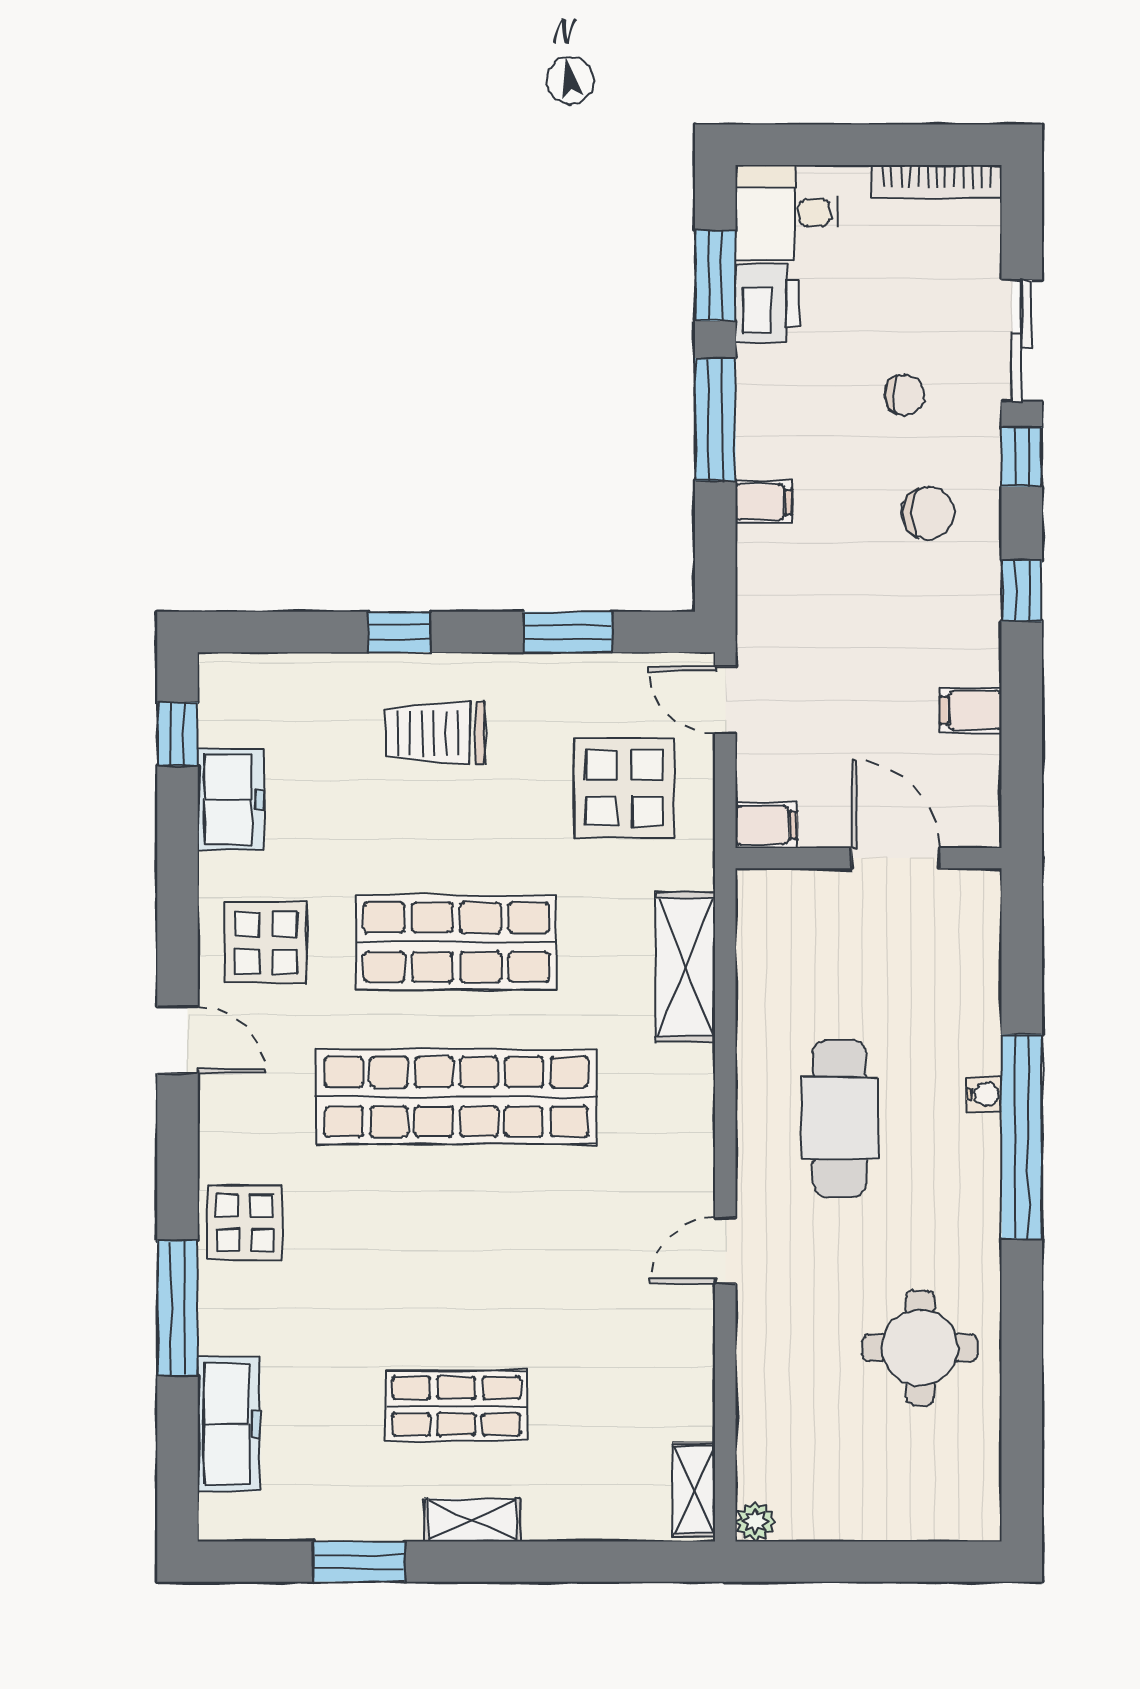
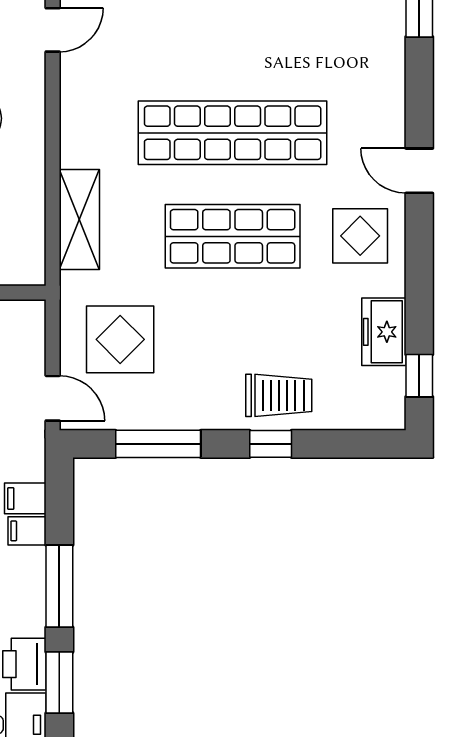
window: (568, 632) -> (158, 444), width x1.44
trolley: (435, 733) -> (279, 395), moved
filing cabinet: (766, 825) -> (25, 498), moved
display table: (245, 1223) -> (374, 49), removed

